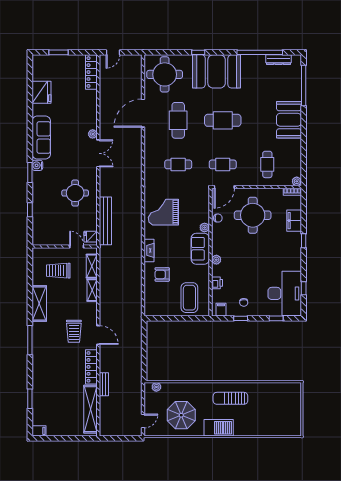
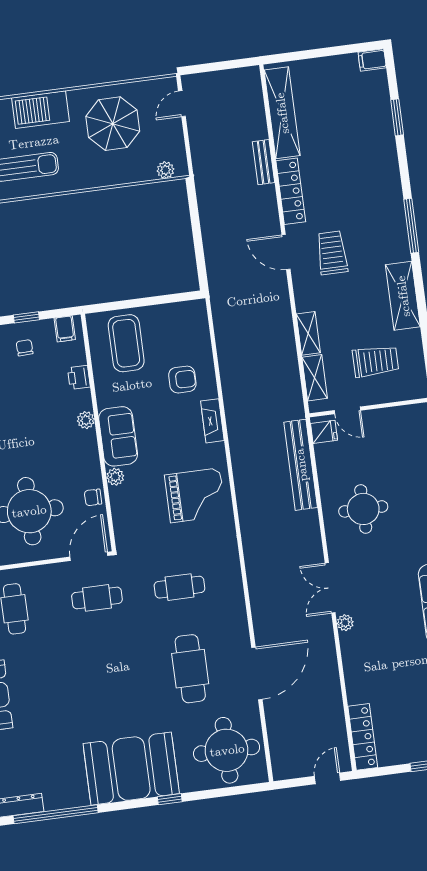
cafe table: (223, 120) -> (108, 680), removed

